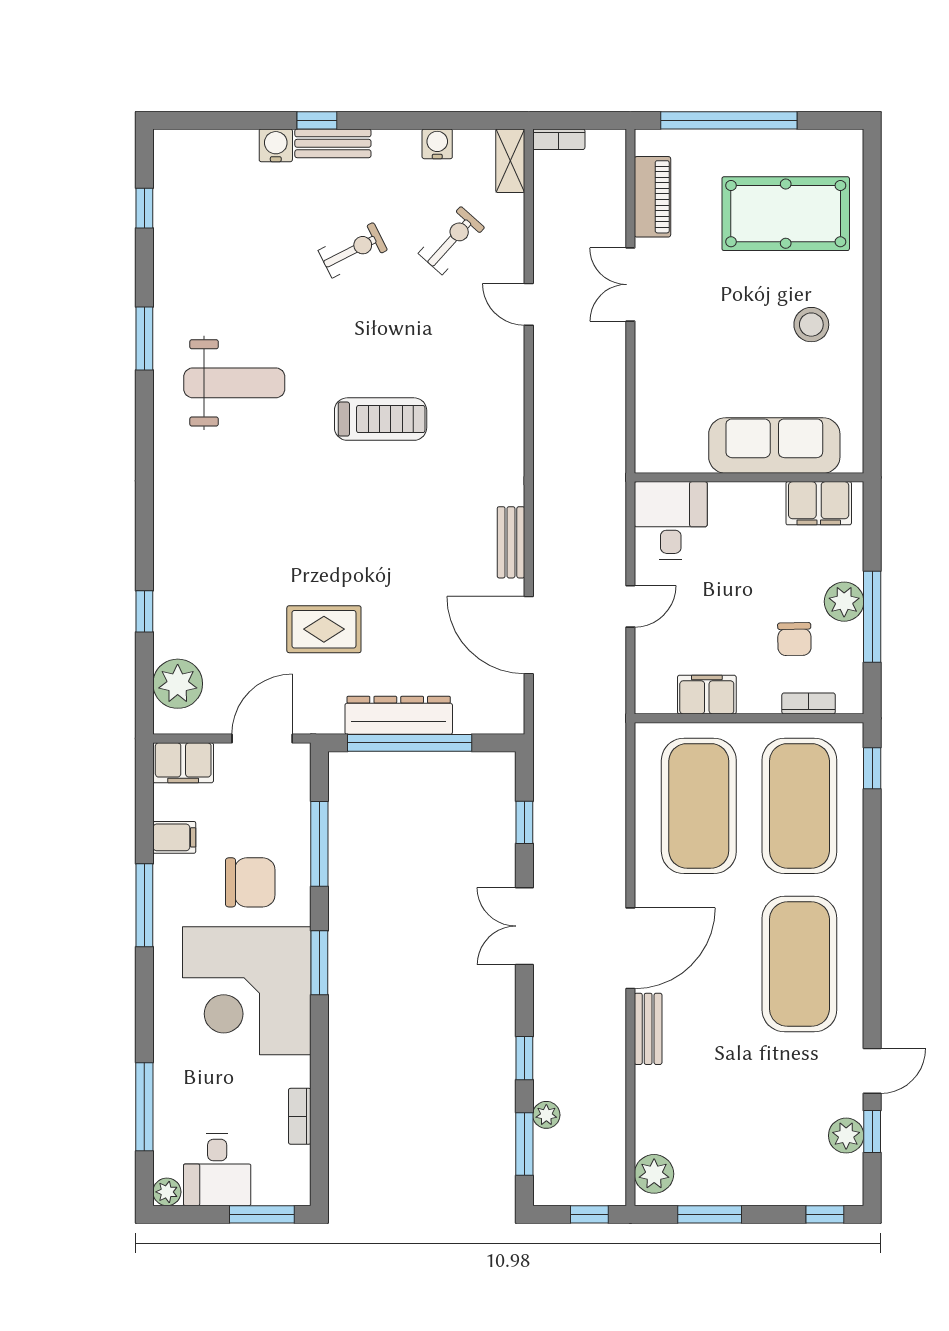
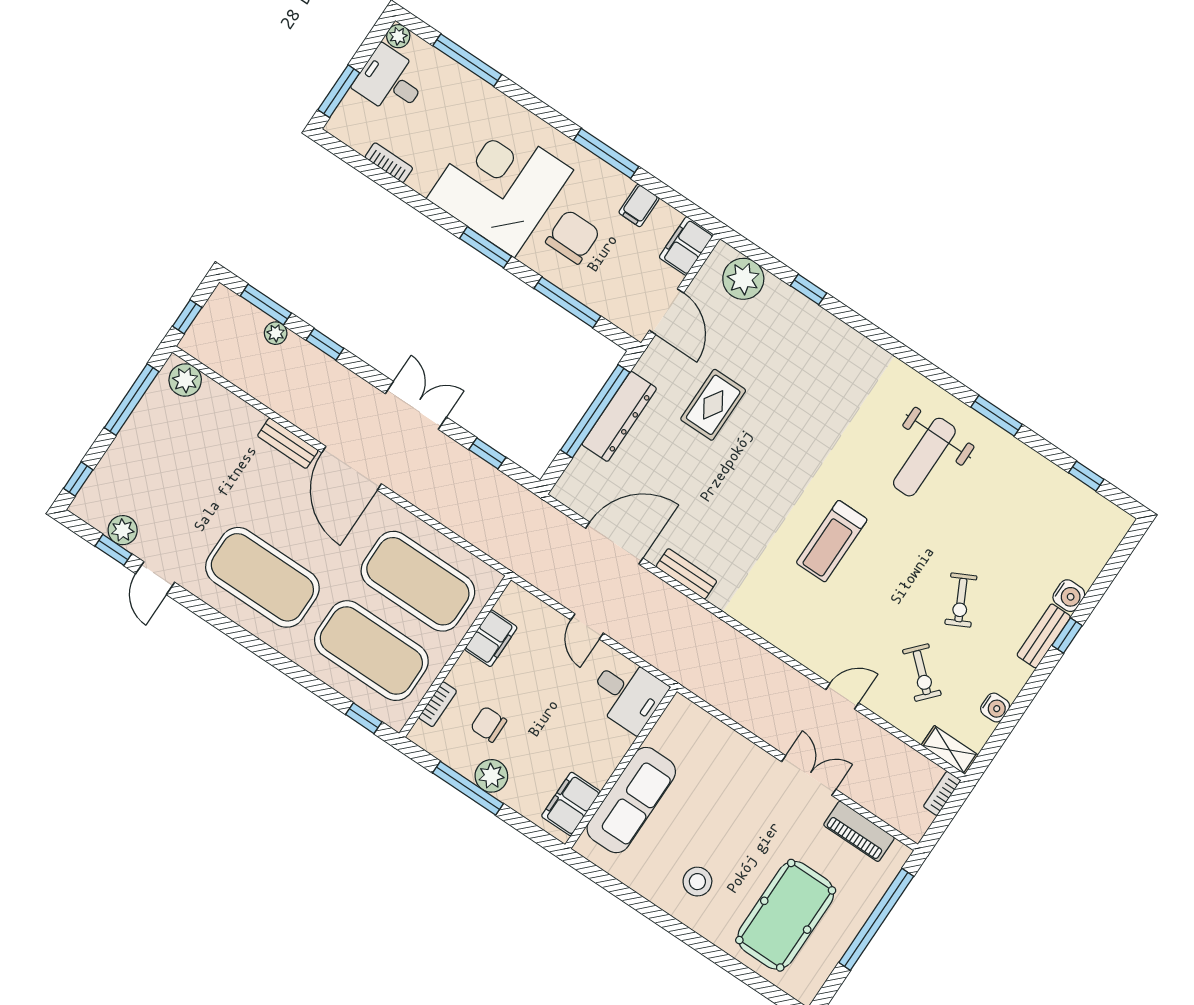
chair: (250, 882) -> (573, 237), turned 180
window: (710, 1214) -> (132, 400), width x1.44

